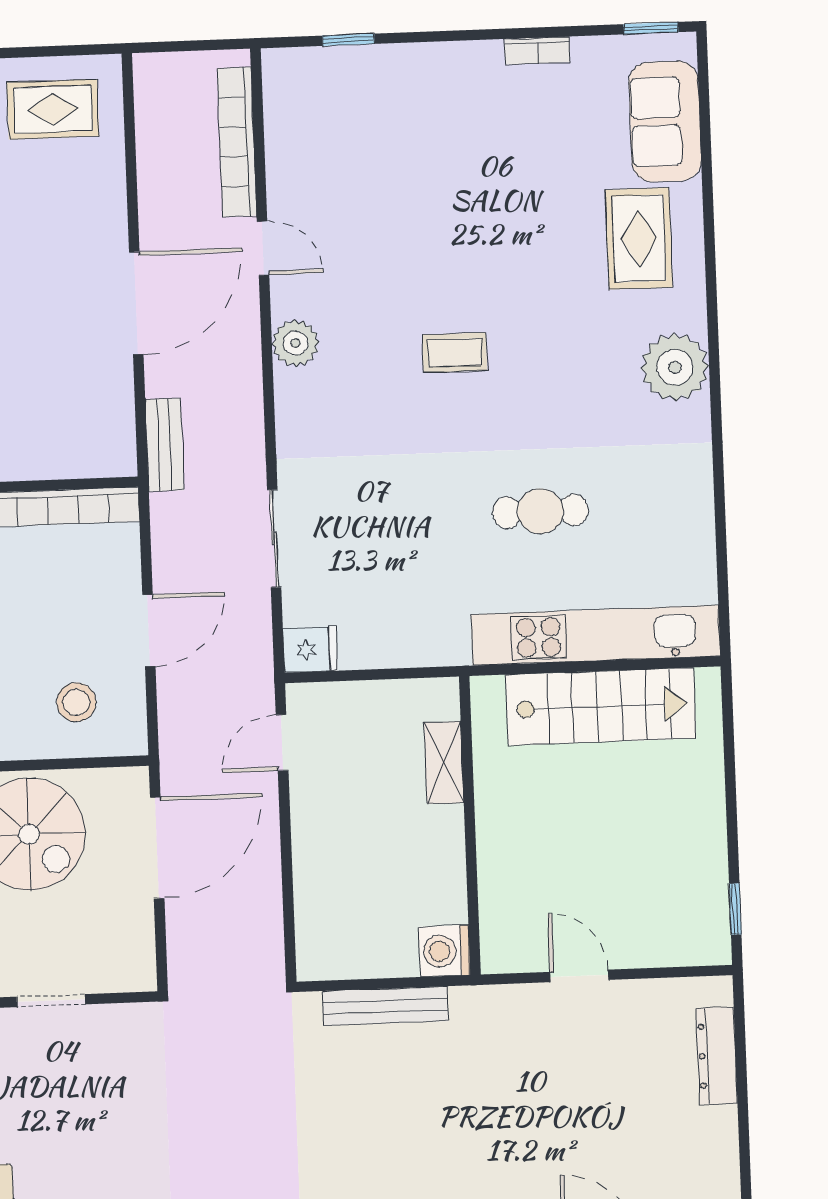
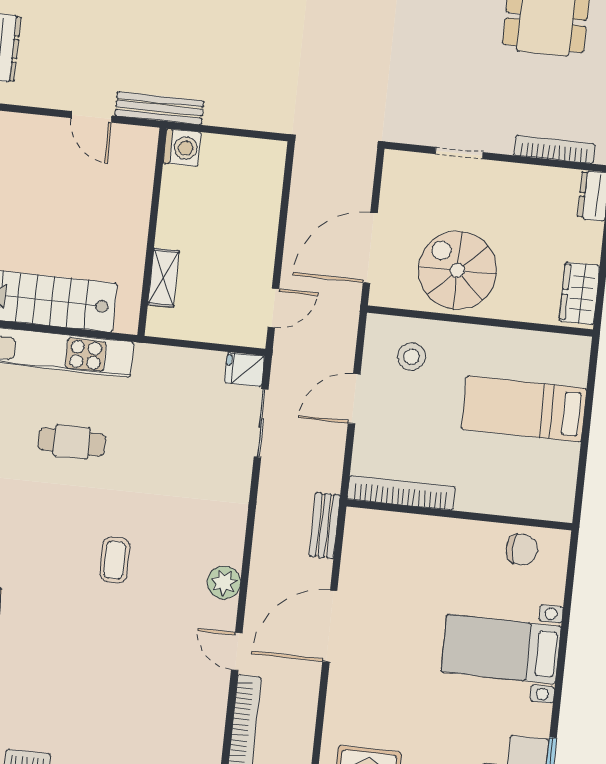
coffee table: (455, 353) -> (115, 560), turned 90
sliding door: (274, 539) -> (261, 423), moved
bench: (385, 1006) -> (159, 108), moved

